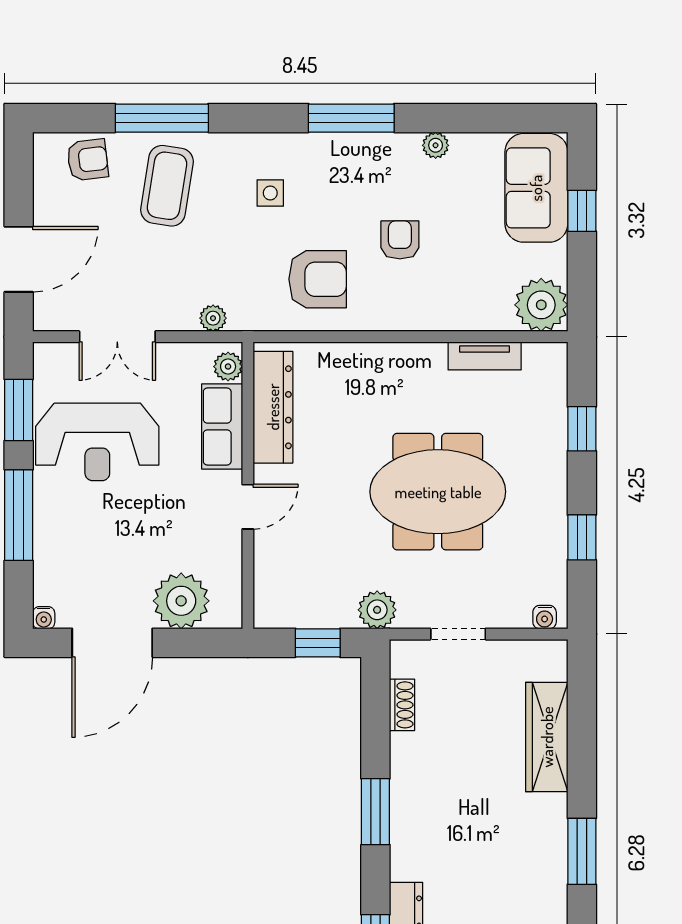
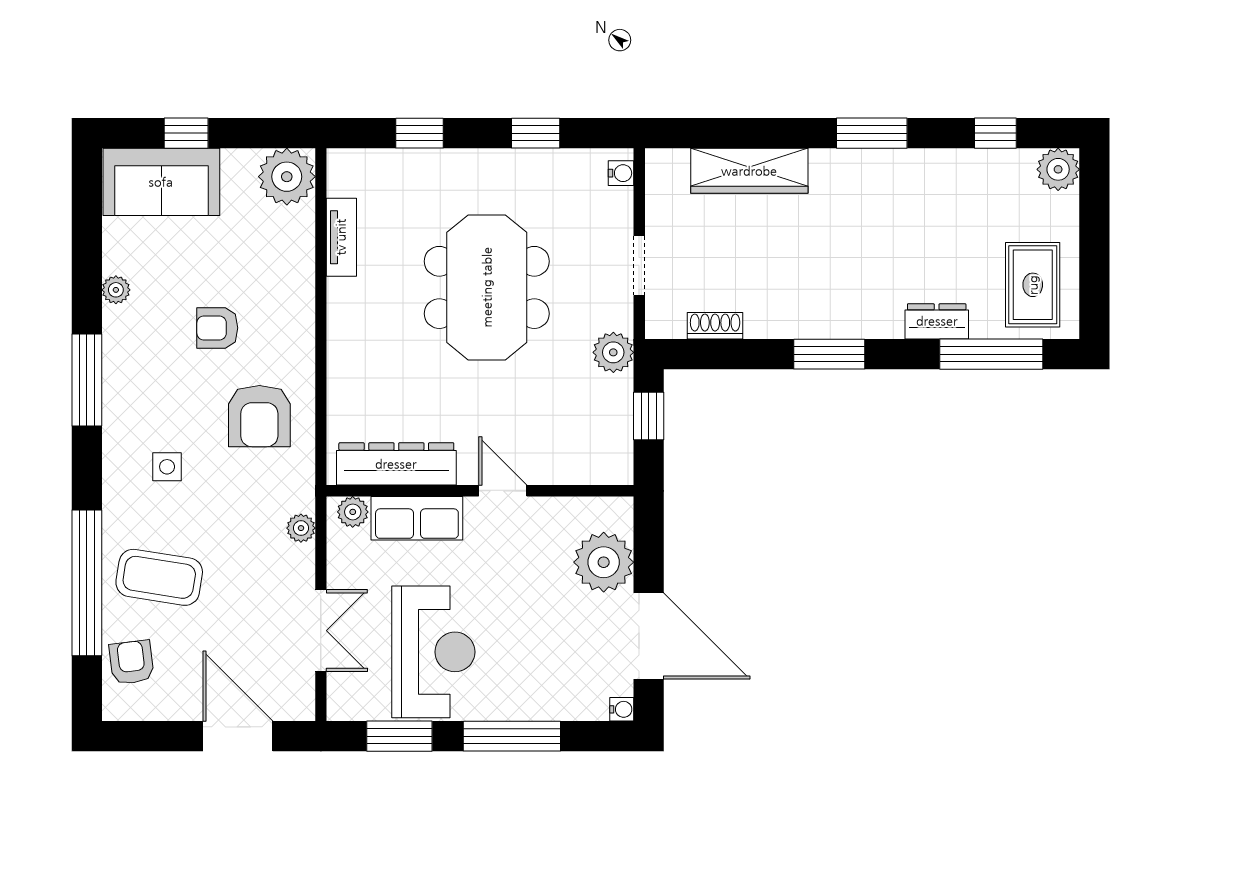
window: (162, 118) -> (87, 583), width x1.46
armchair: (318, 279) -> (259, 416), turned 180

